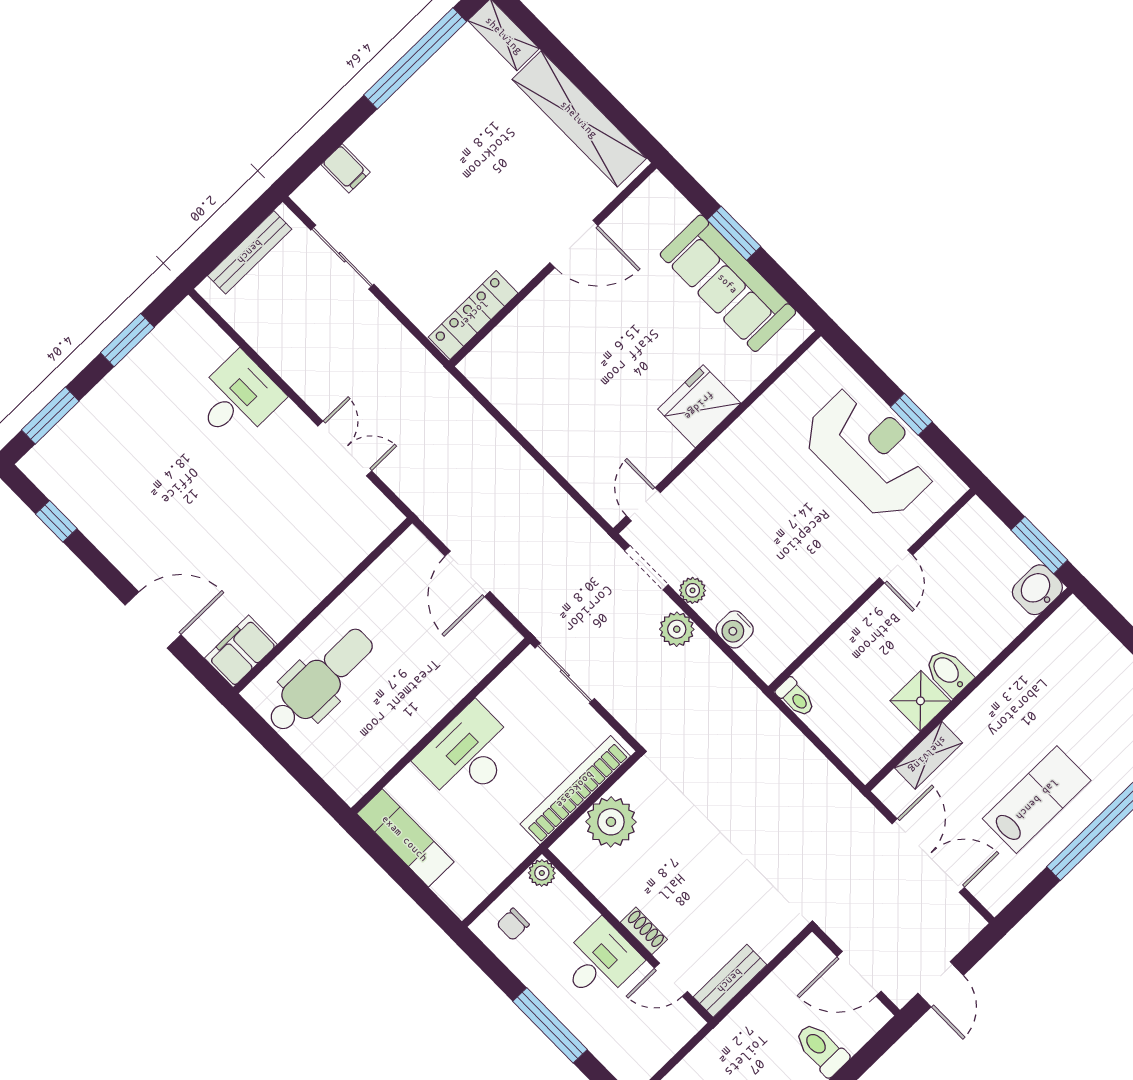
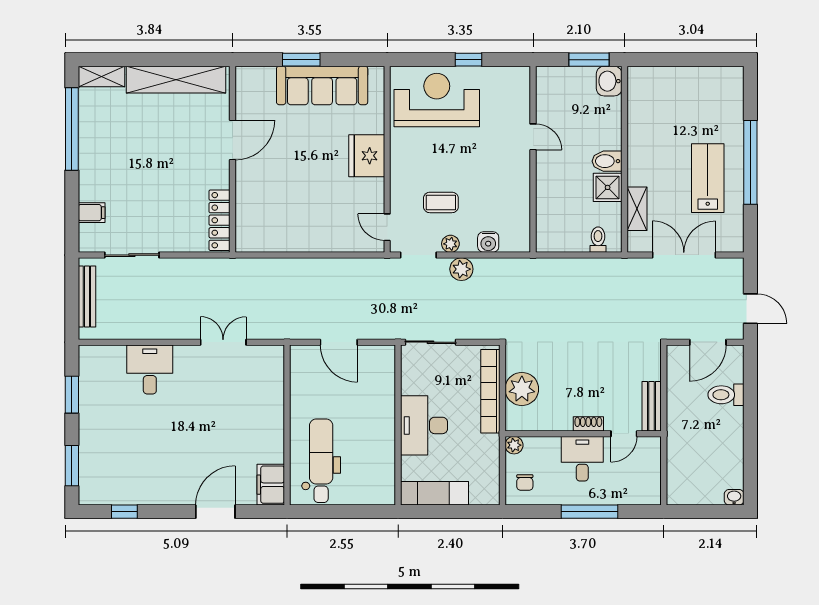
reception desk: (870, 452) -> (437, 100), moved
coffee table: (727, 536) -> (441, 202), added
toilet: (796, 697) -> (598, 240), moved, turned -90

